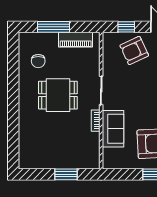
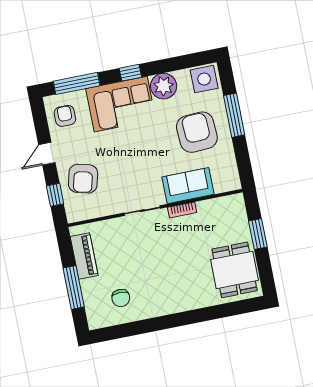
armchair: (134, 51) -> (83, 179), turned 39
chair: (38, 61) -> (121, 298), turned 90
dining table: (58, 95) -> (235, 270), moved

